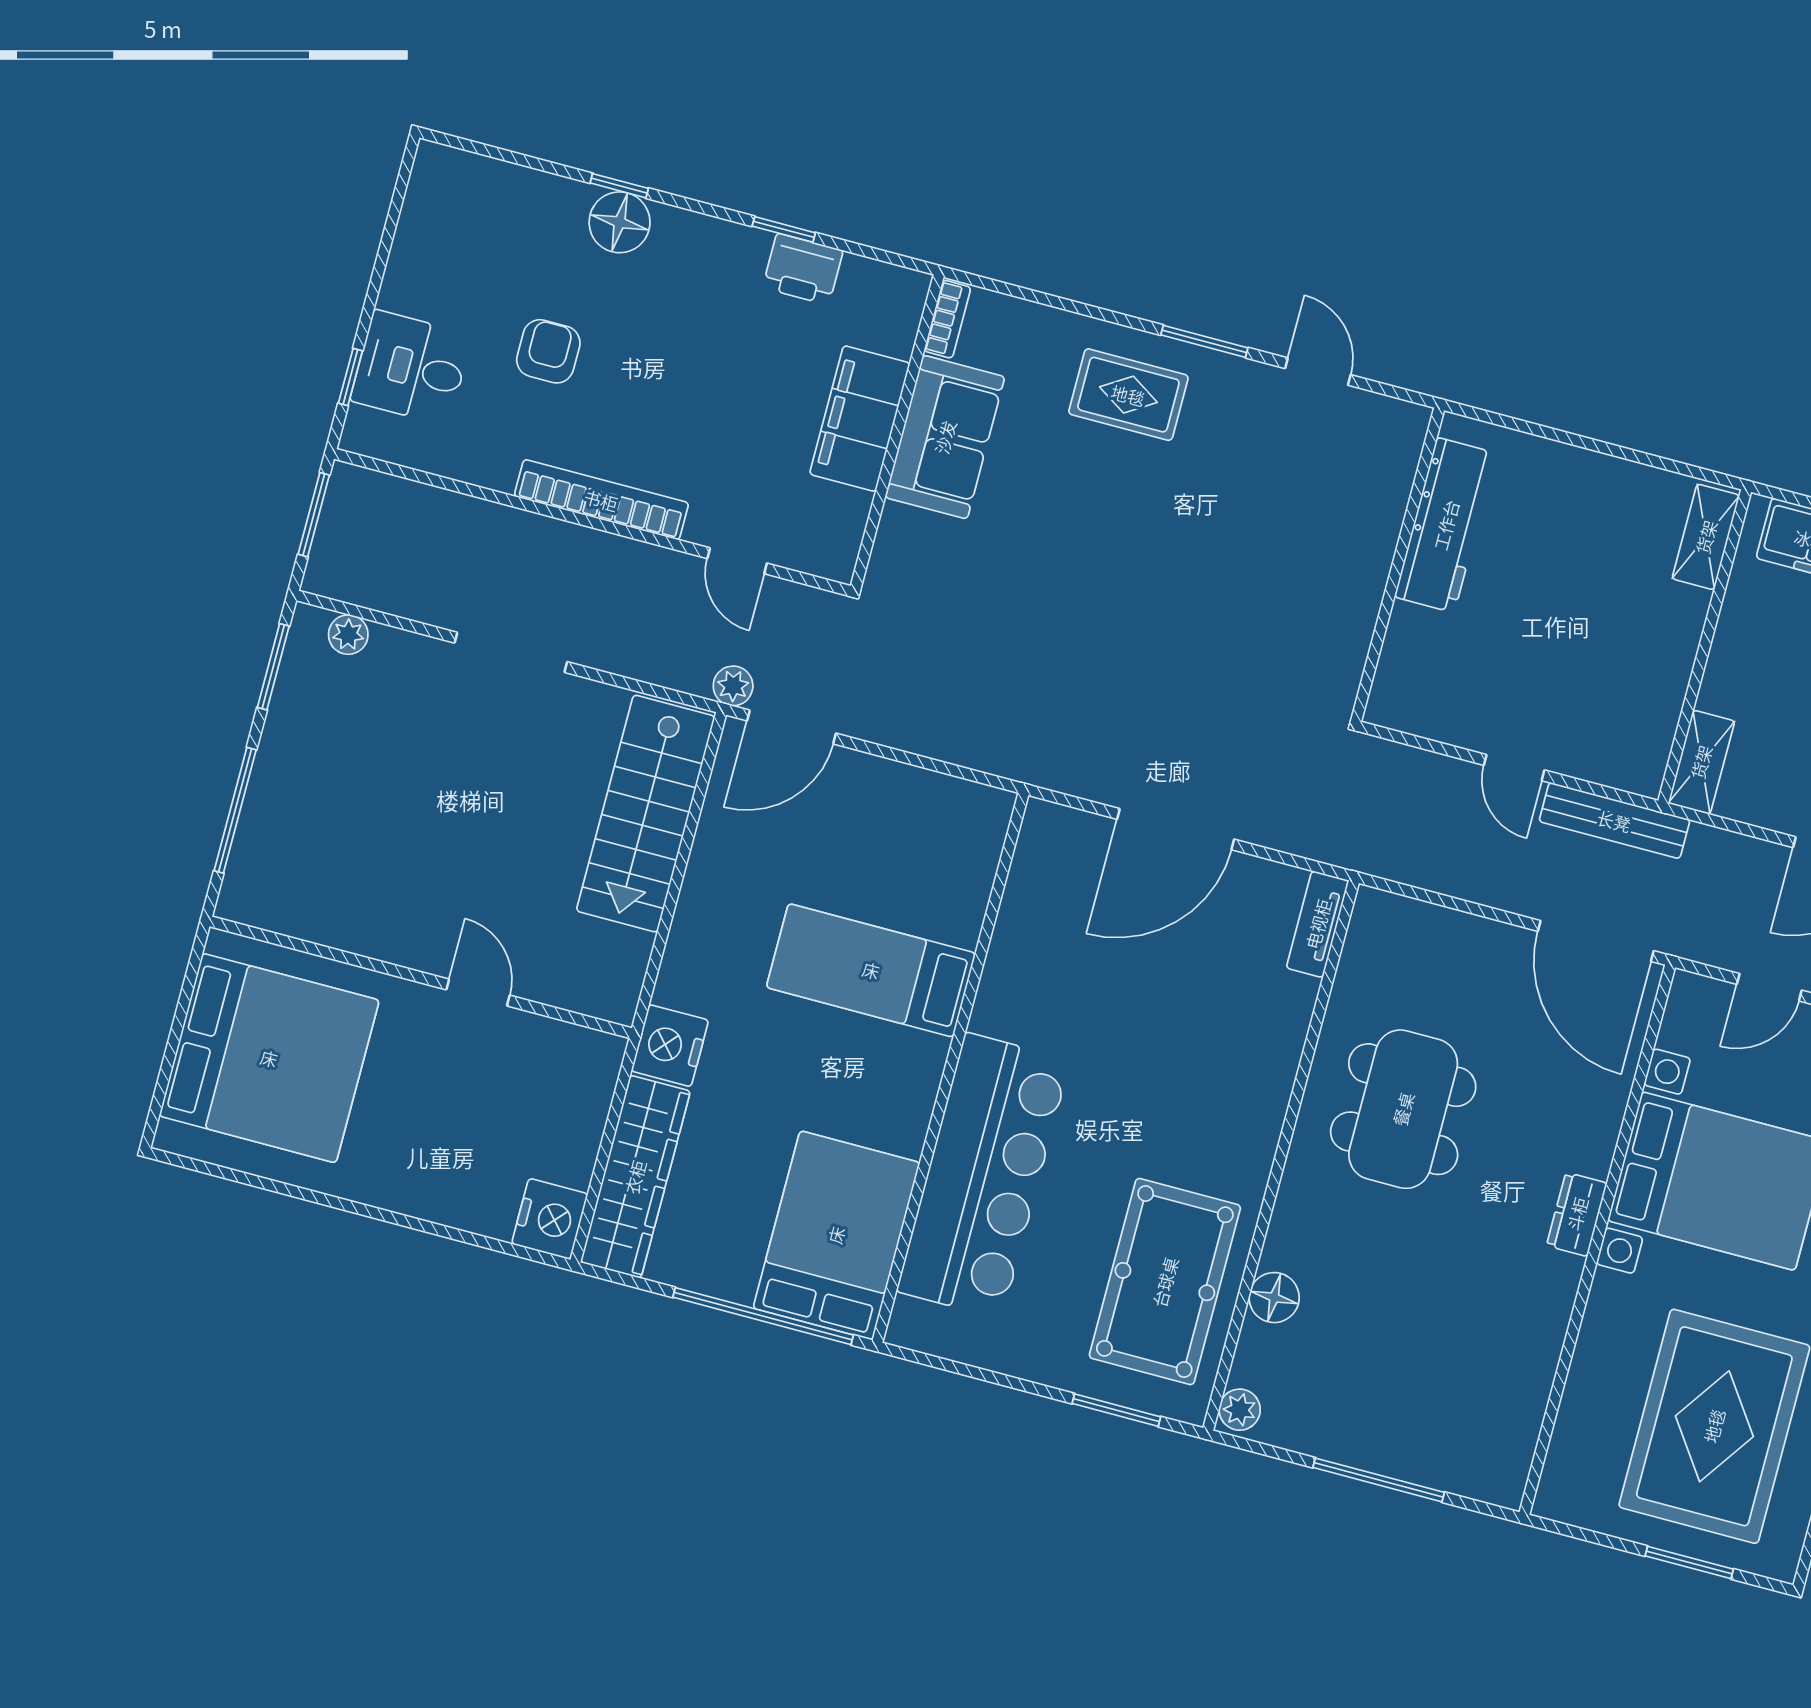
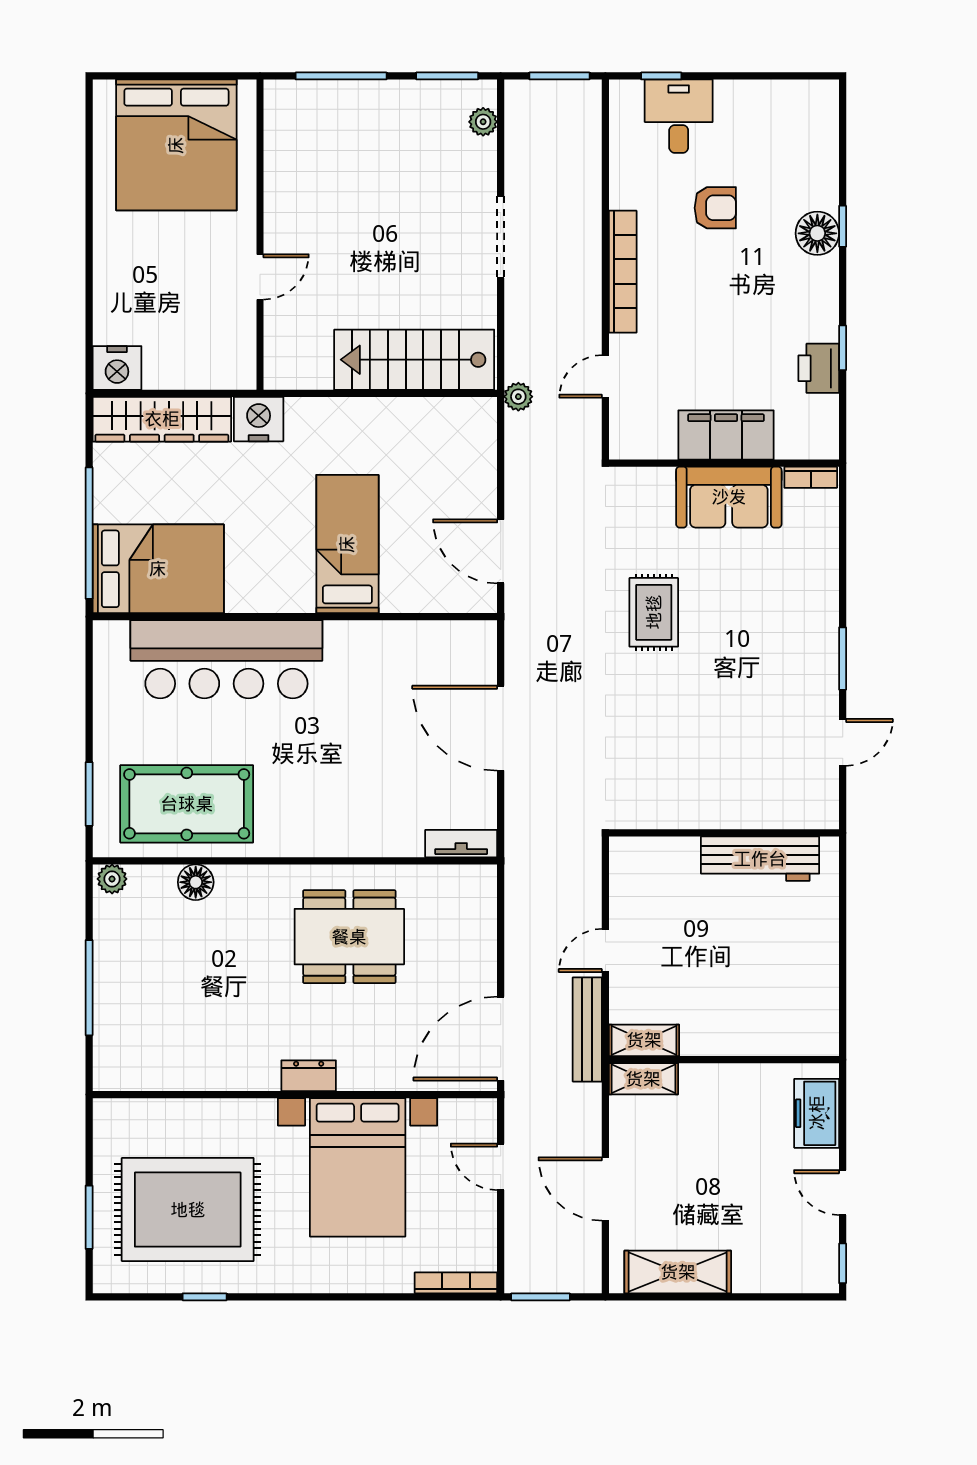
rug: (1128, 395) -> (654, 612), moved
shelving: (1706, 537) -> (644, 1040), moved
door: (791, 727) -> (501, 551), moved

